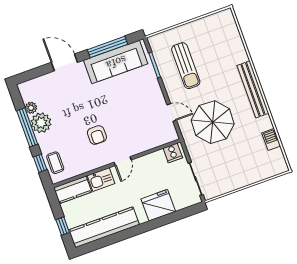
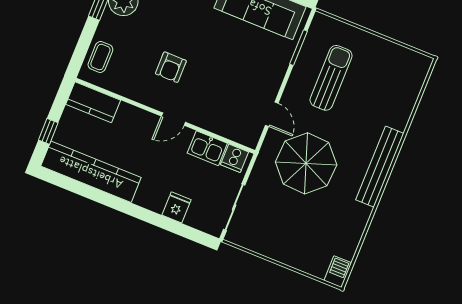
sun lounger: (186, 66) -> (331, 78), turned 180
barbecue: (271, 139) -> (338, 272), moved
window: (40, 163) -> (84, 43), removed
kitchen sink: (101, 179) -> (207, 148), moved
fridge: (158, 205) -> (177, 207), width x0.53, depth x0.75

